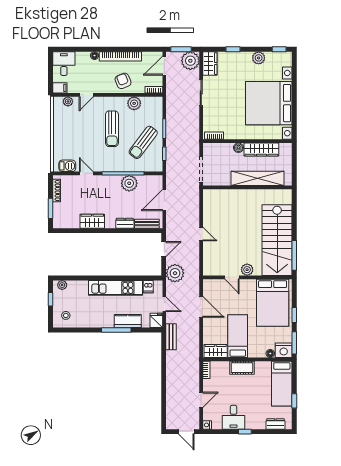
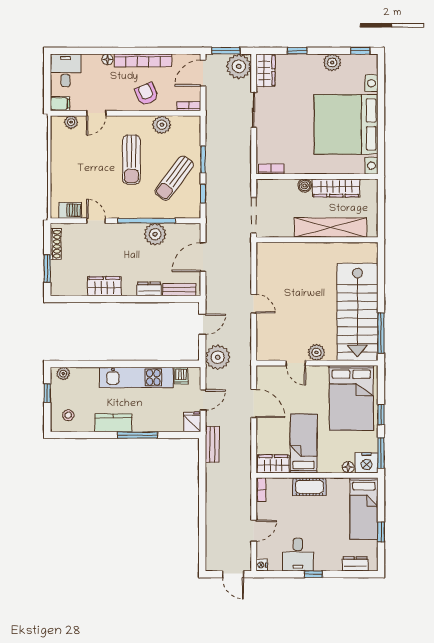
door: (164, 304) -> (203, 400), hinge flipped
kitchen counter: (128, 321) -> (113, 423), moved

